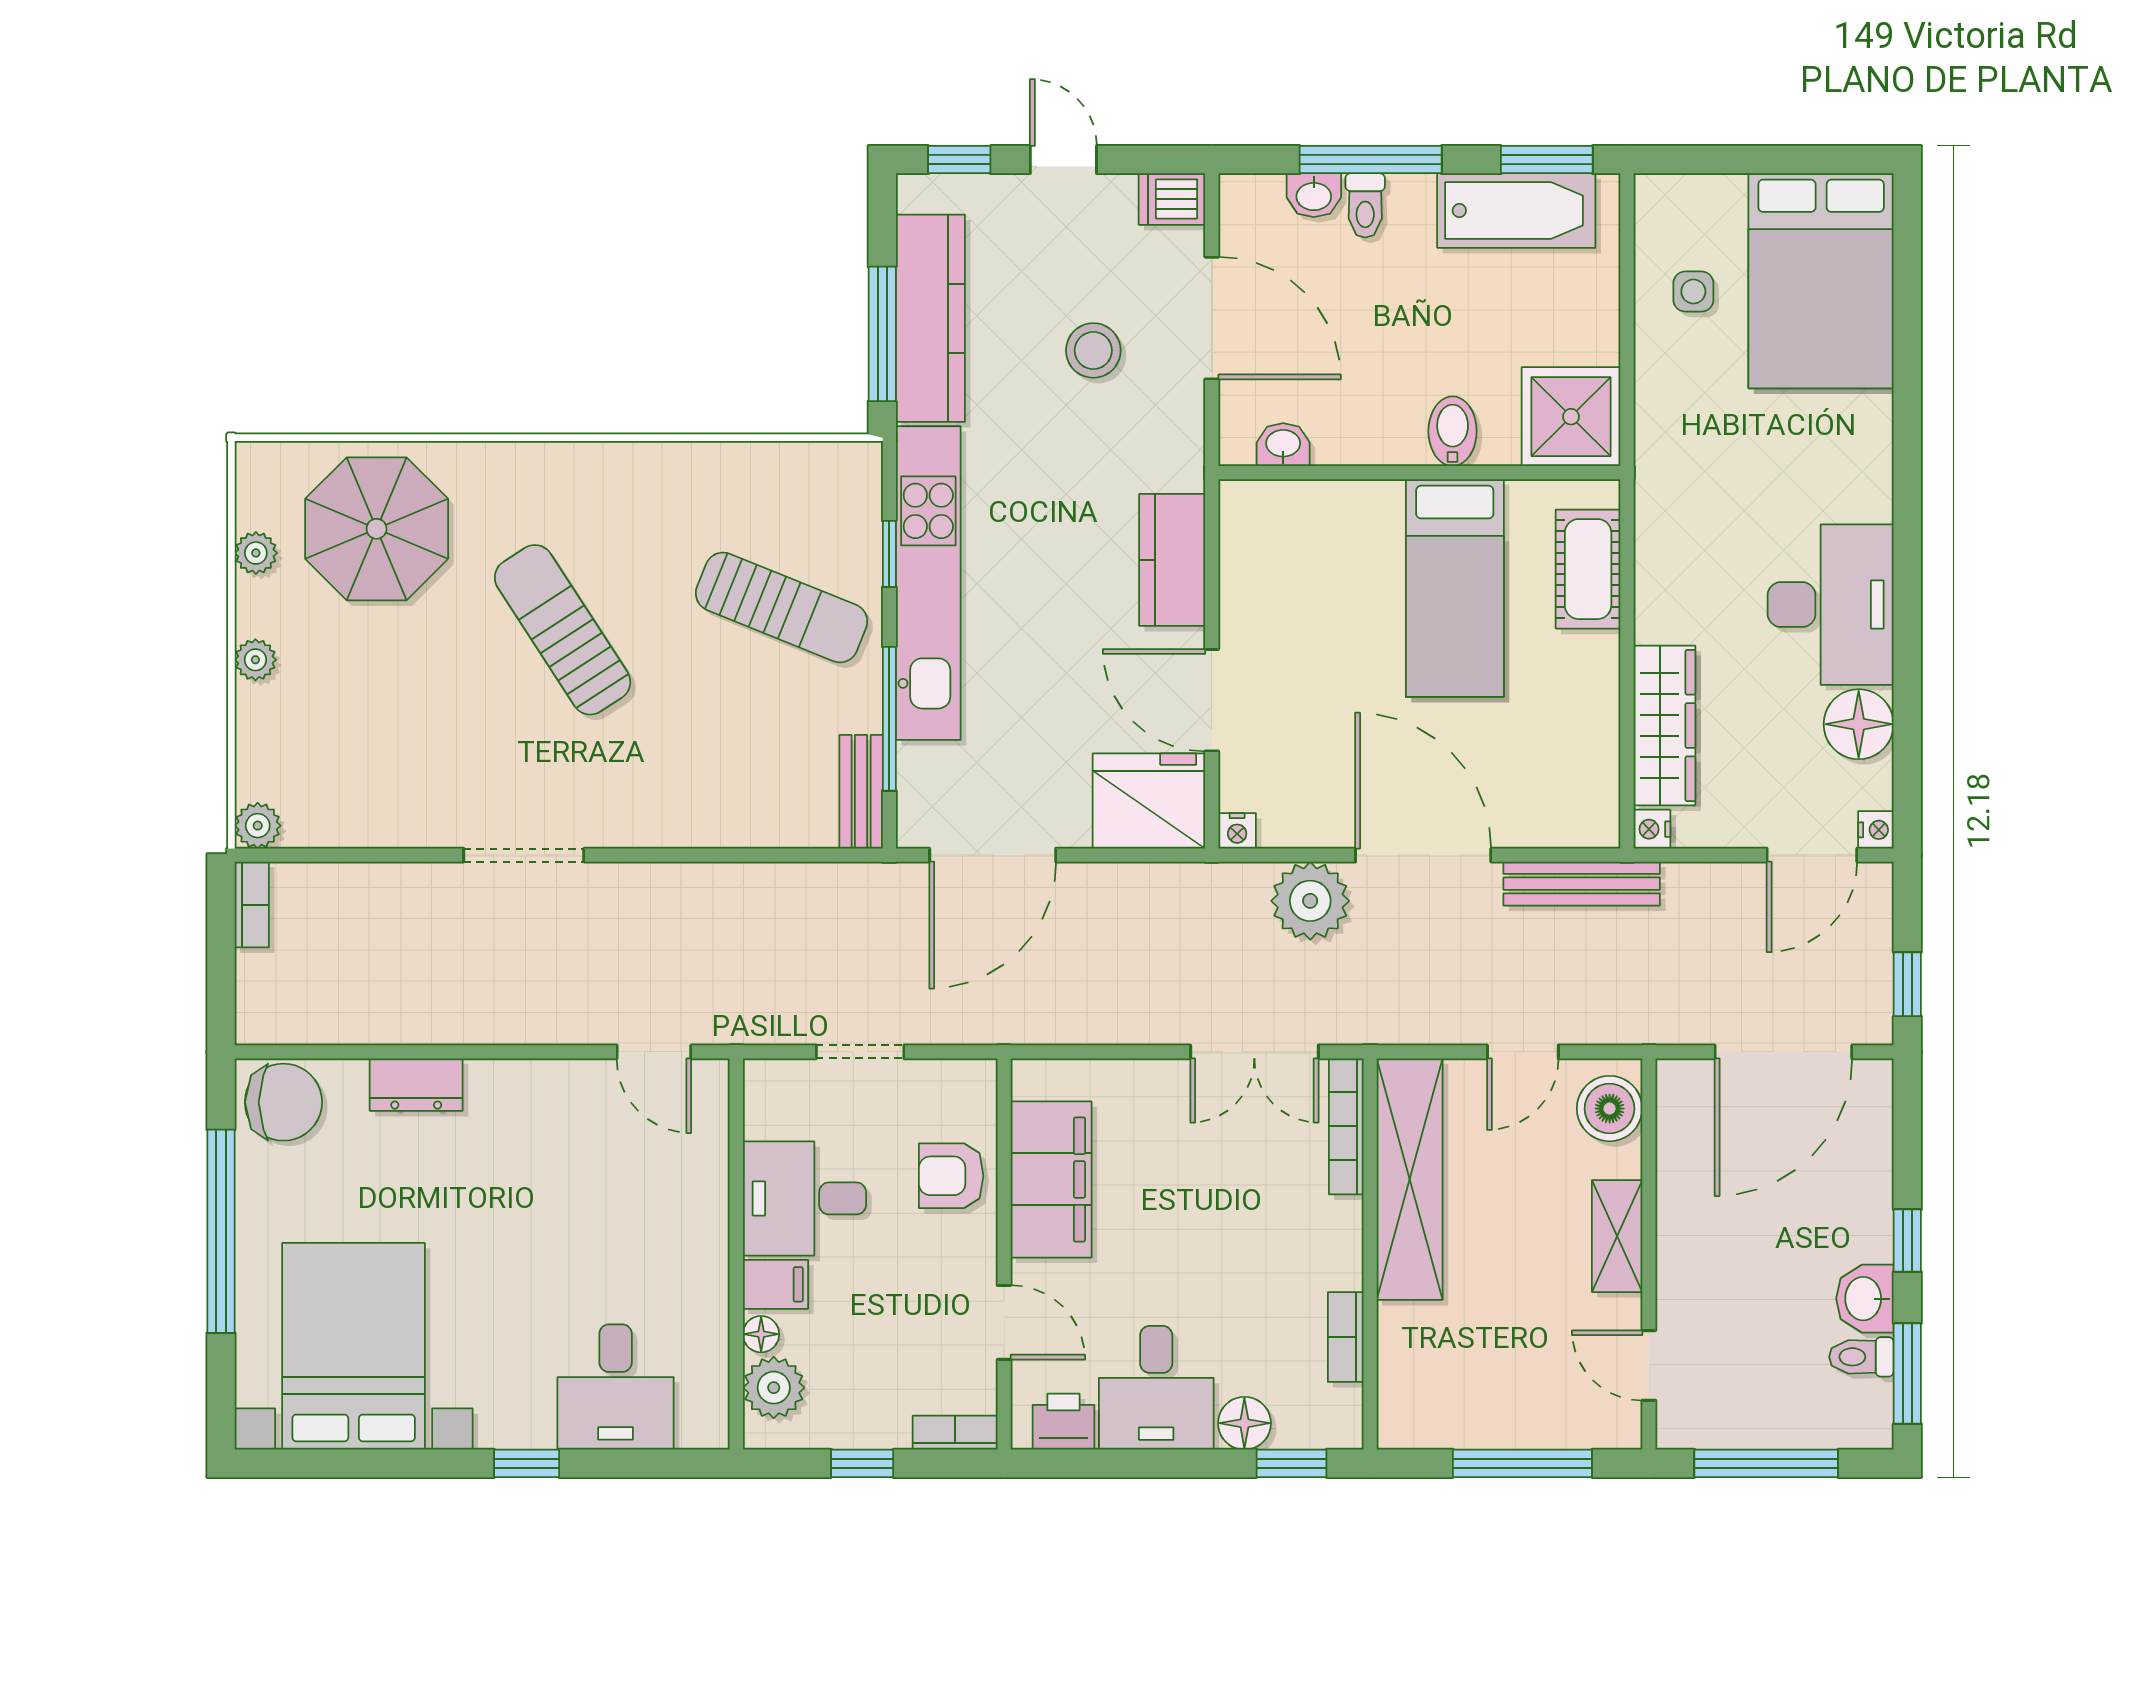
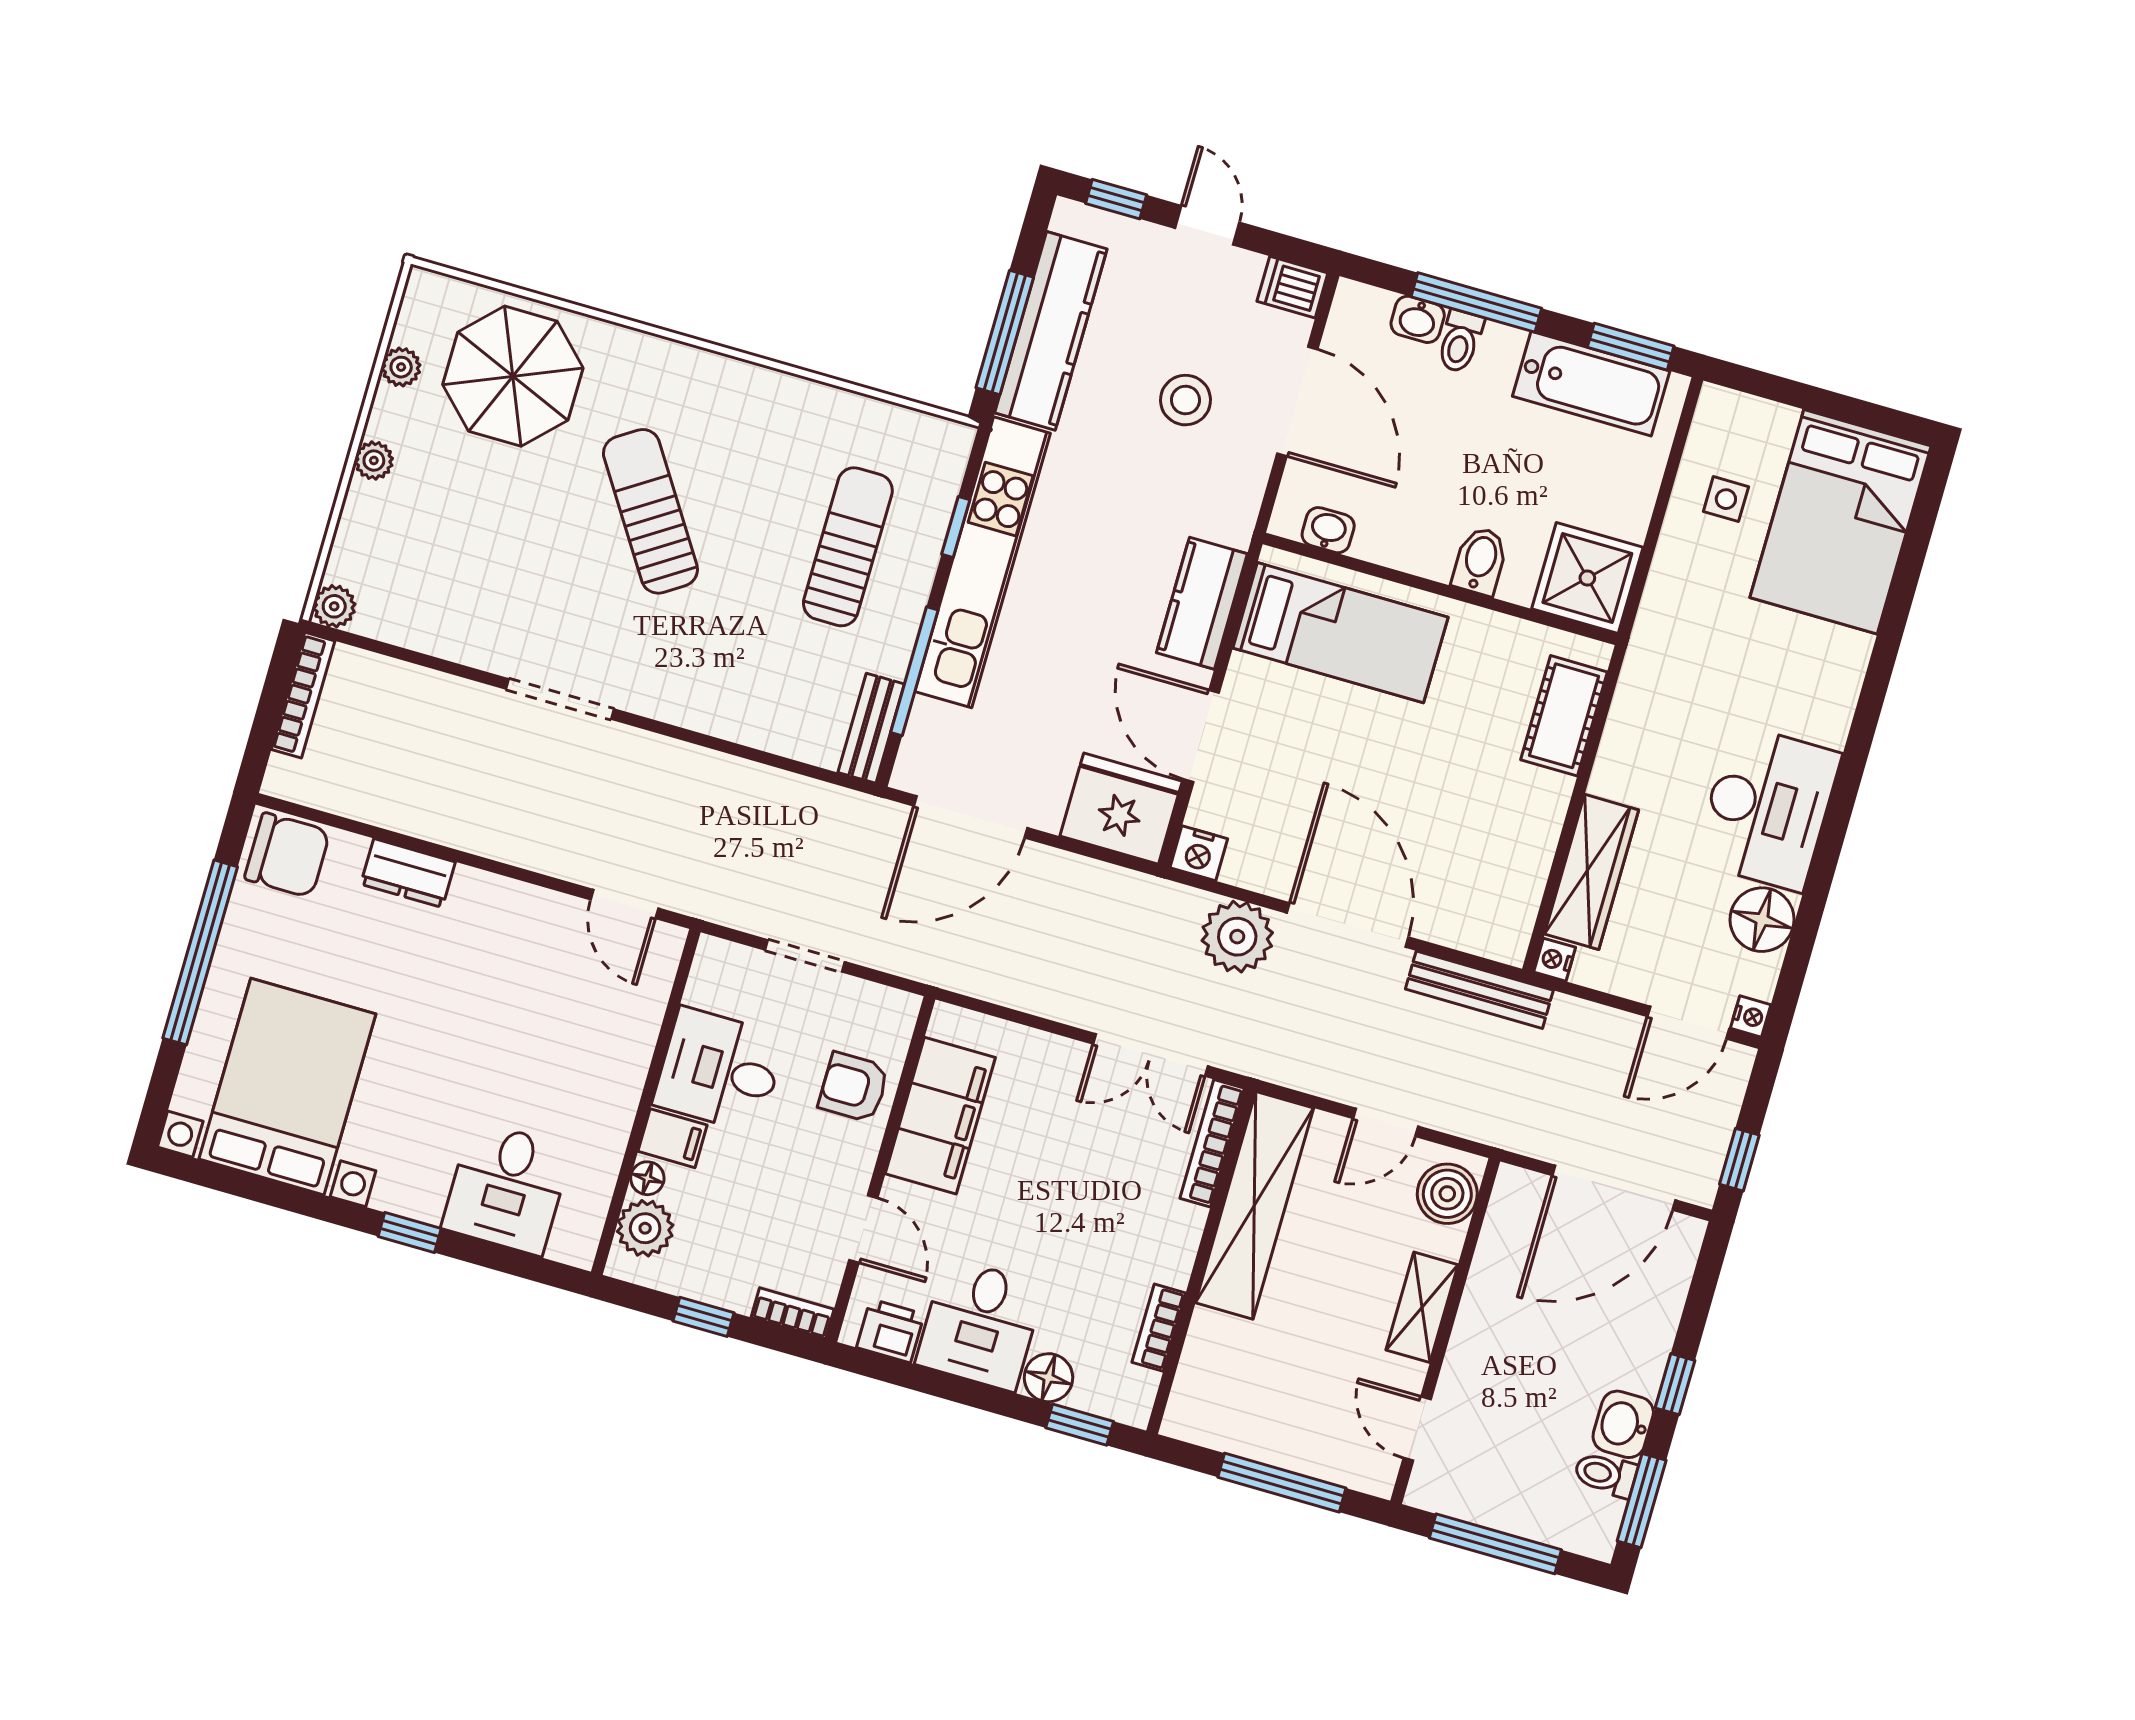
bed: (1455, 588) -> (1340, 633), moved, turned -90
sun lounger: (782, 607) -> (848, 547), turned -112
nightstand: (1237, 831) -> (1199, 853), width x1.39, depth x1.35
bookcase: (252, 905) -> (303, 695), width x1.56

